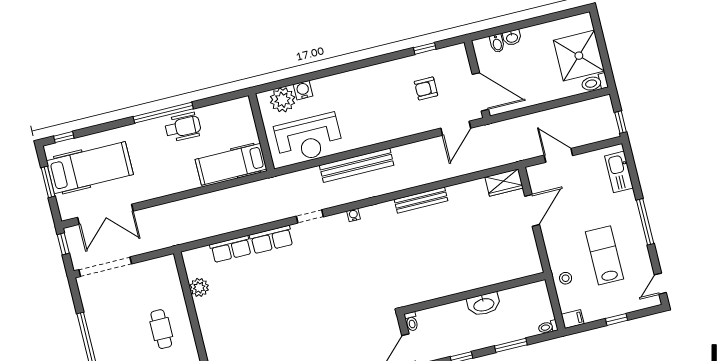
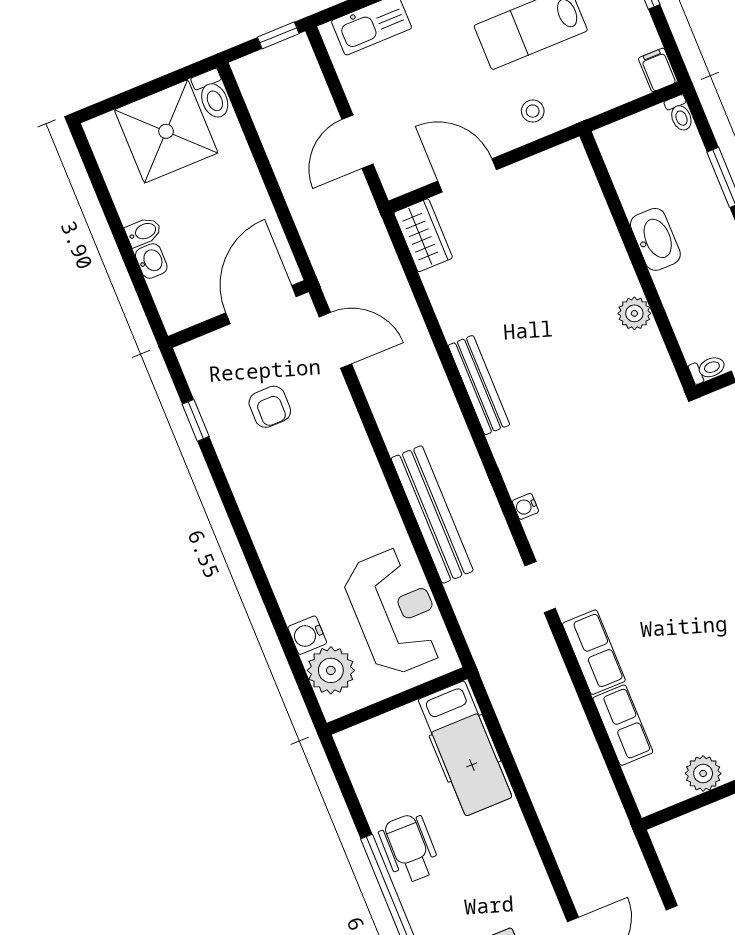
bidet: (497, 43) -> (143, 232), moved
stool: (566, 278) -> (533, 111), moved
plant: (446, 287) -> (634, 313), added

